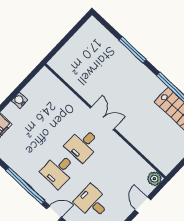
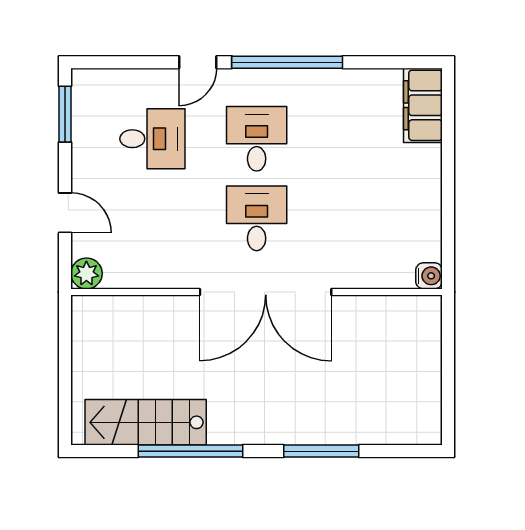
water cooler: (20, 100) -> (429, 276), moved
double door: (102, 118) -> (266, 292), width x1.87

